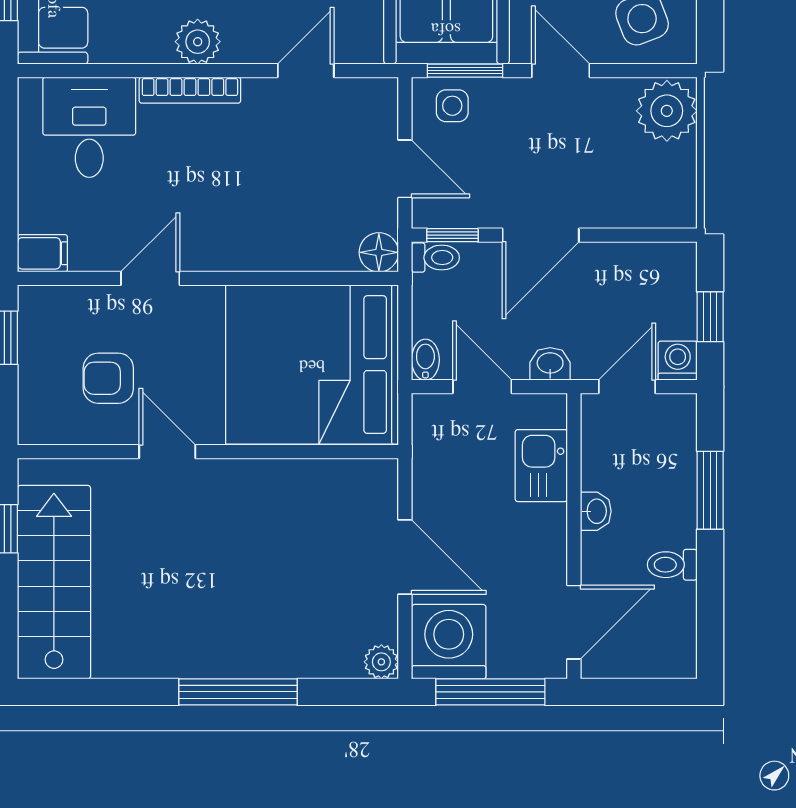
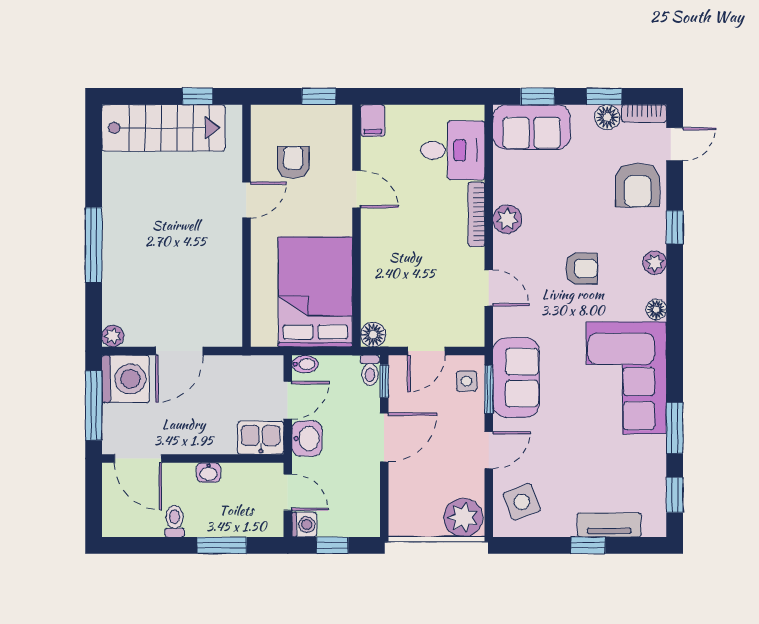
door: (541, 235) -> (384, 437), swing flipped
washbasin: (550, 364) -> (307, 438), width x1.38, depth x1.45
bed: (312, 365) -> (315, 292), width x0.73
kitchen sink: (541, 466) -> (261, 438), moved

